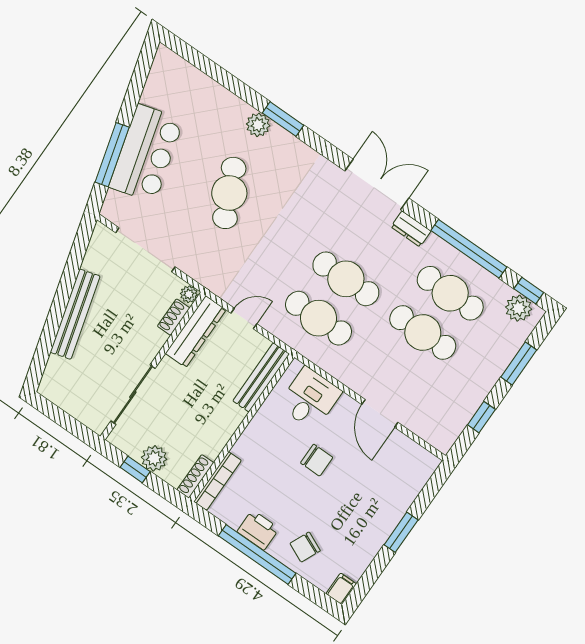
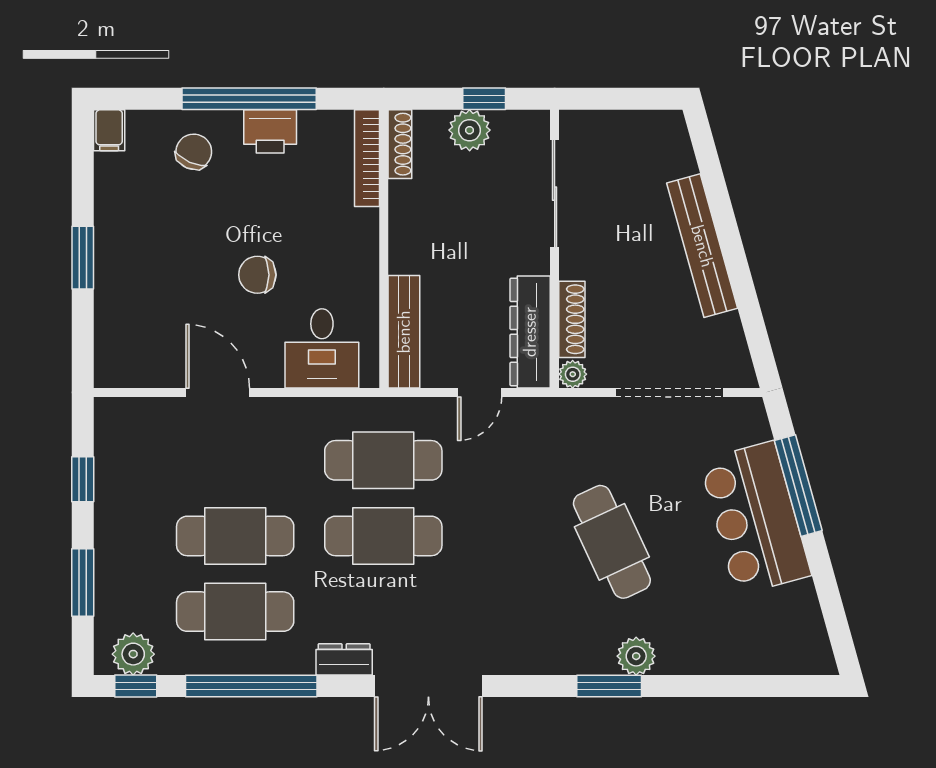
shoe rack: (174, 317) -> (572, 319), width x1.43

